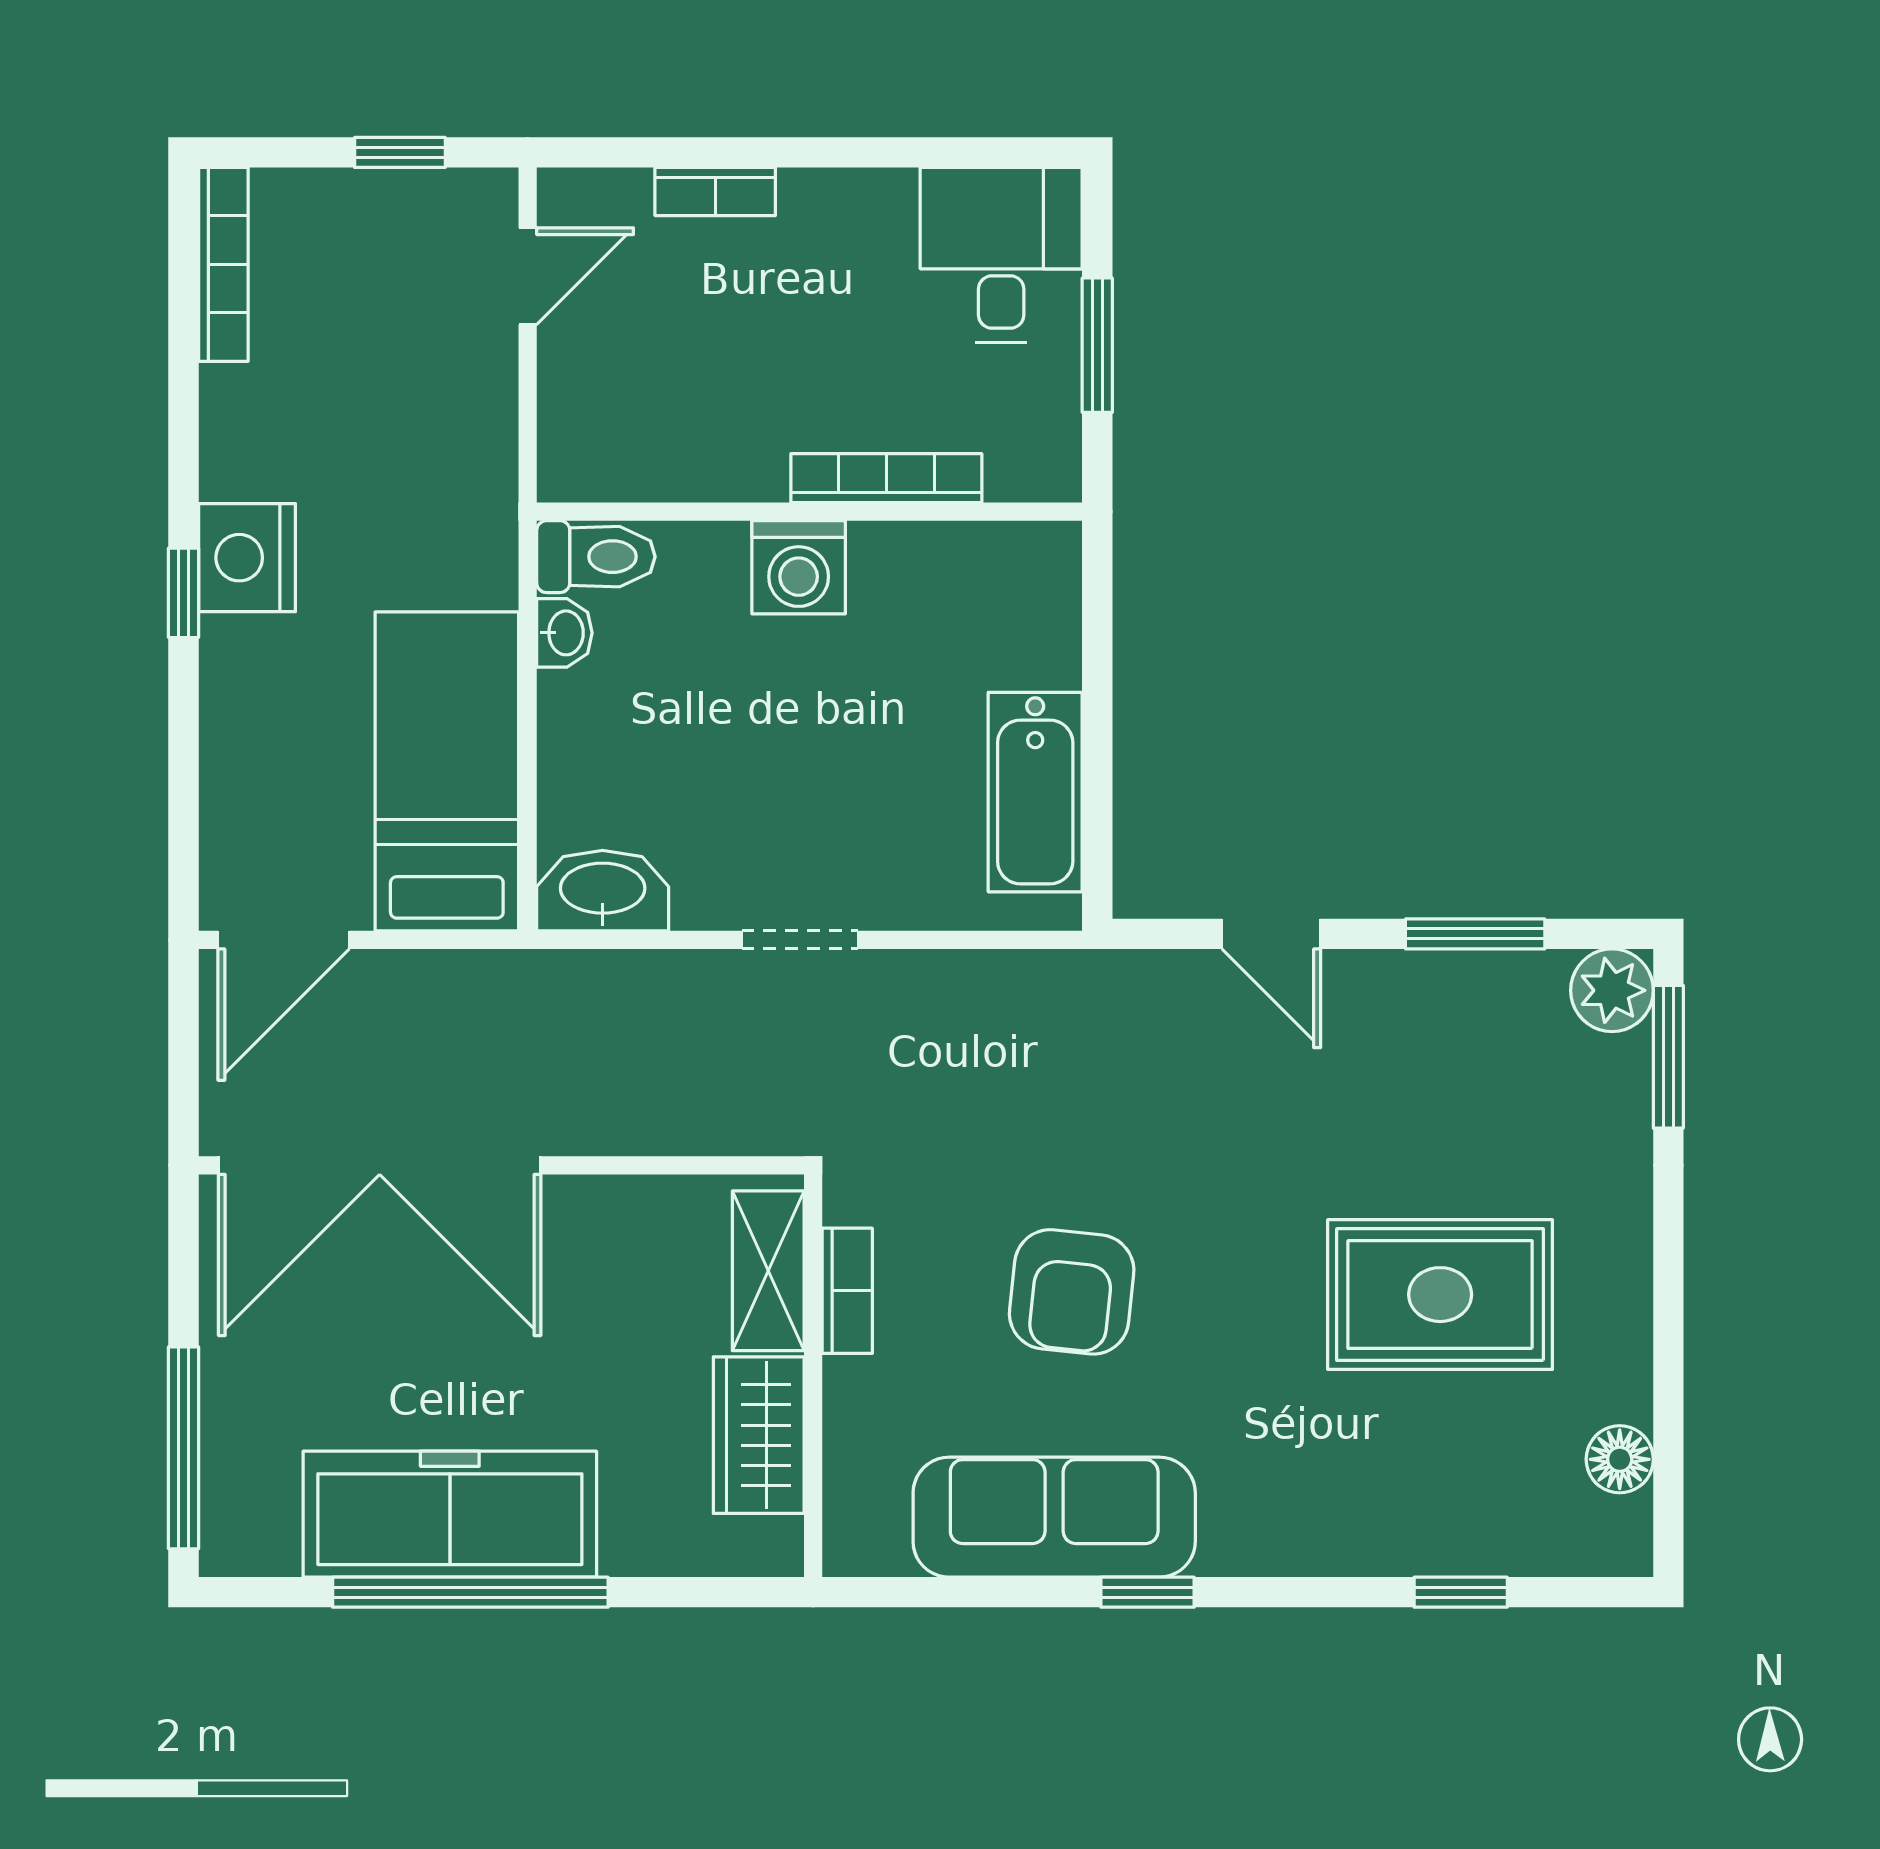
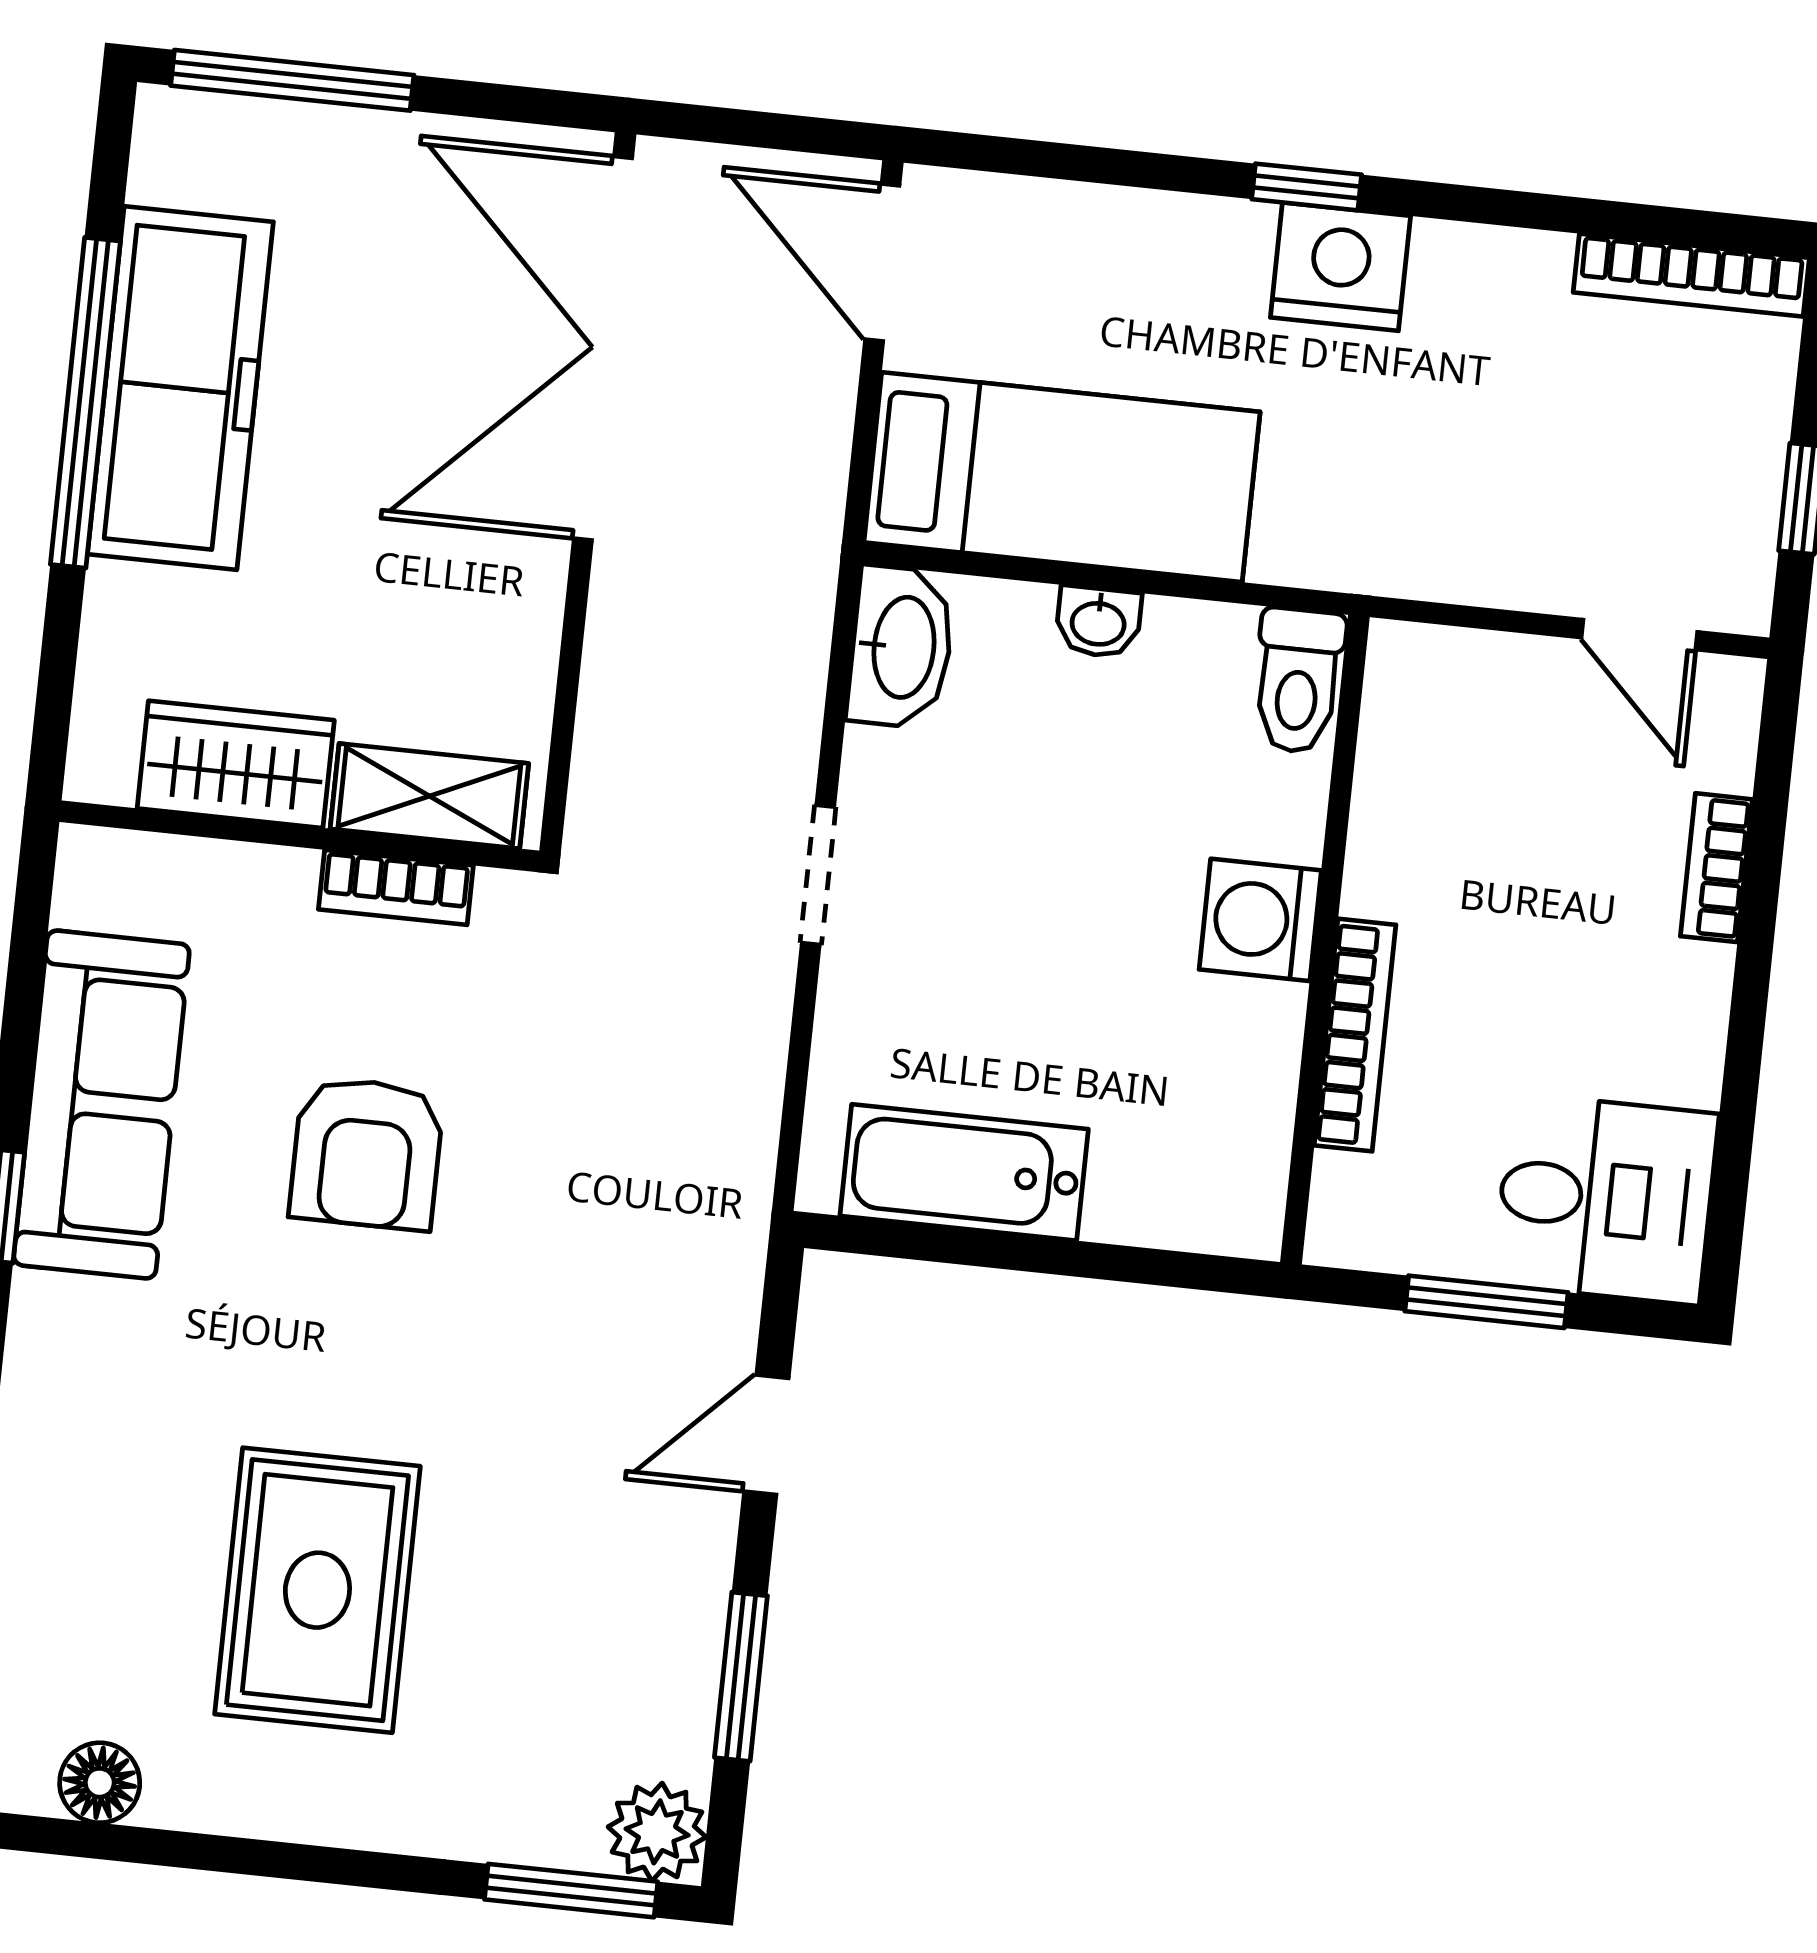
washbasin: (564, 633) -> (1098, 622), moved
armchair: (1072, 1292) -> (367, 1153), turned -96

